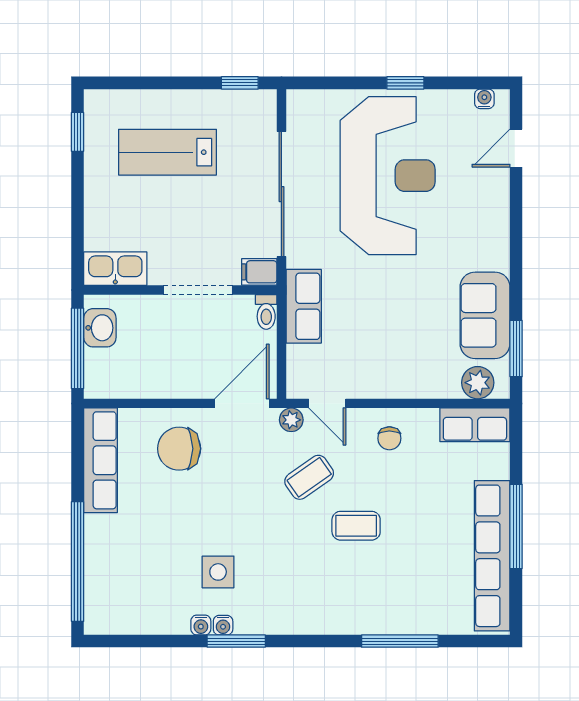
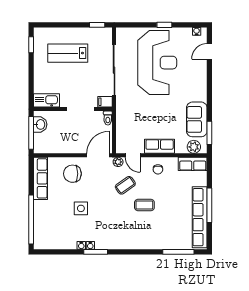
row of seats: (304, 306) -> (160, 146), moved, turned -90
side table: (218, 572) -> (81, 208), moved
window: (400, 641) -> (178, 252), moved

